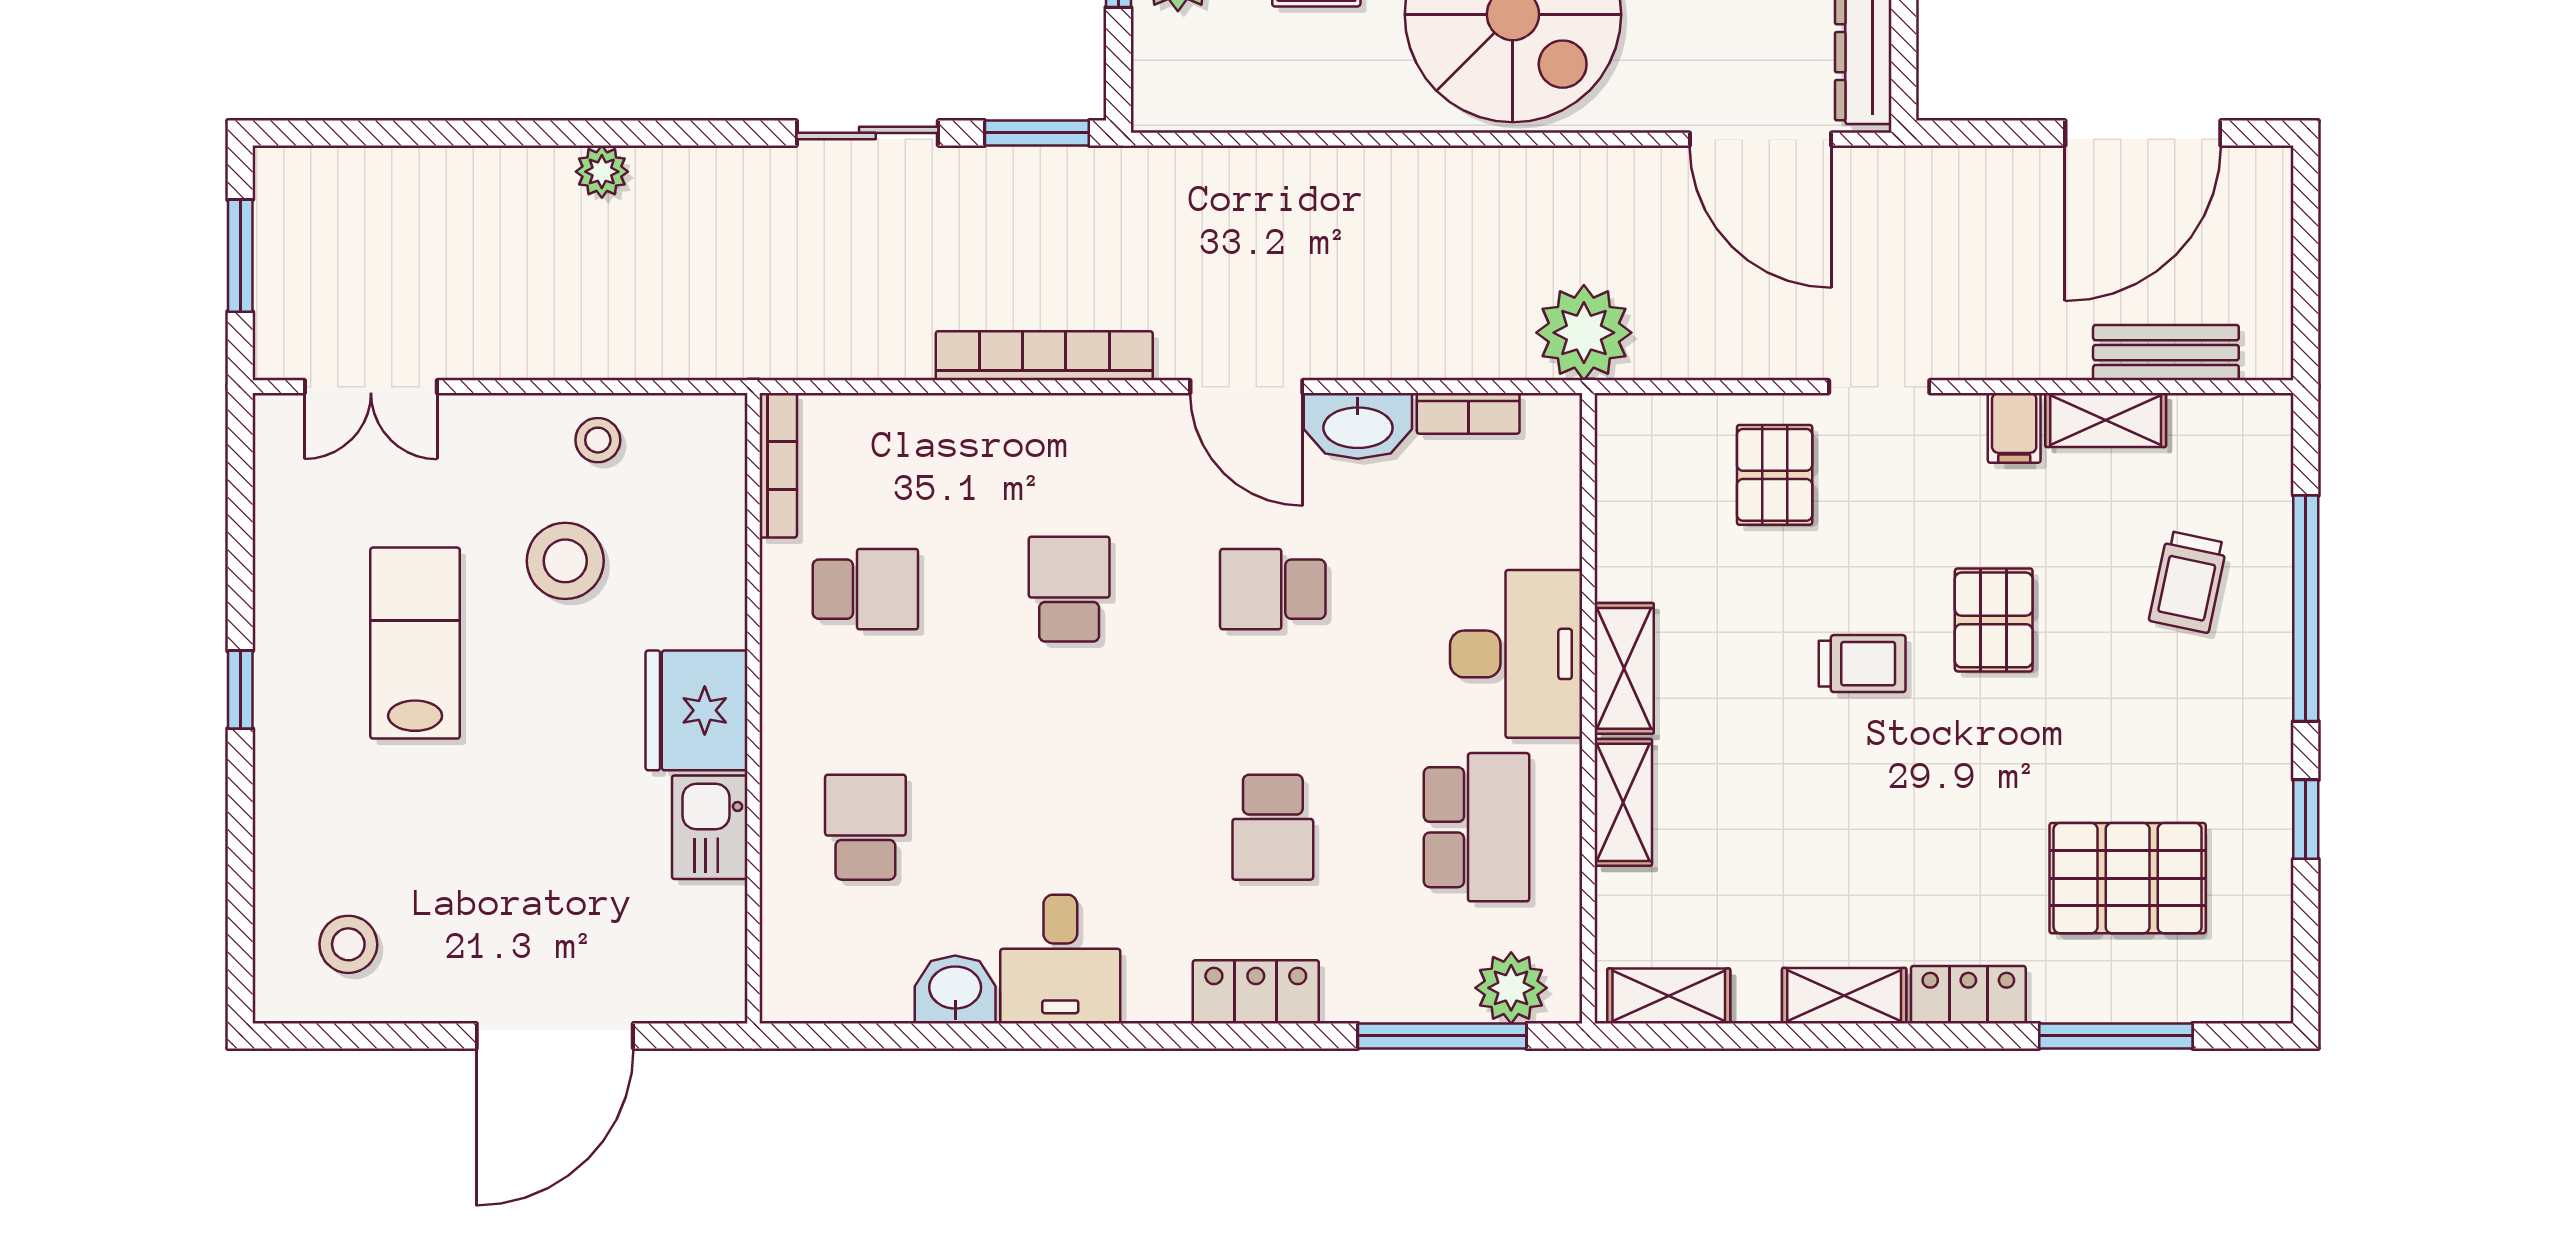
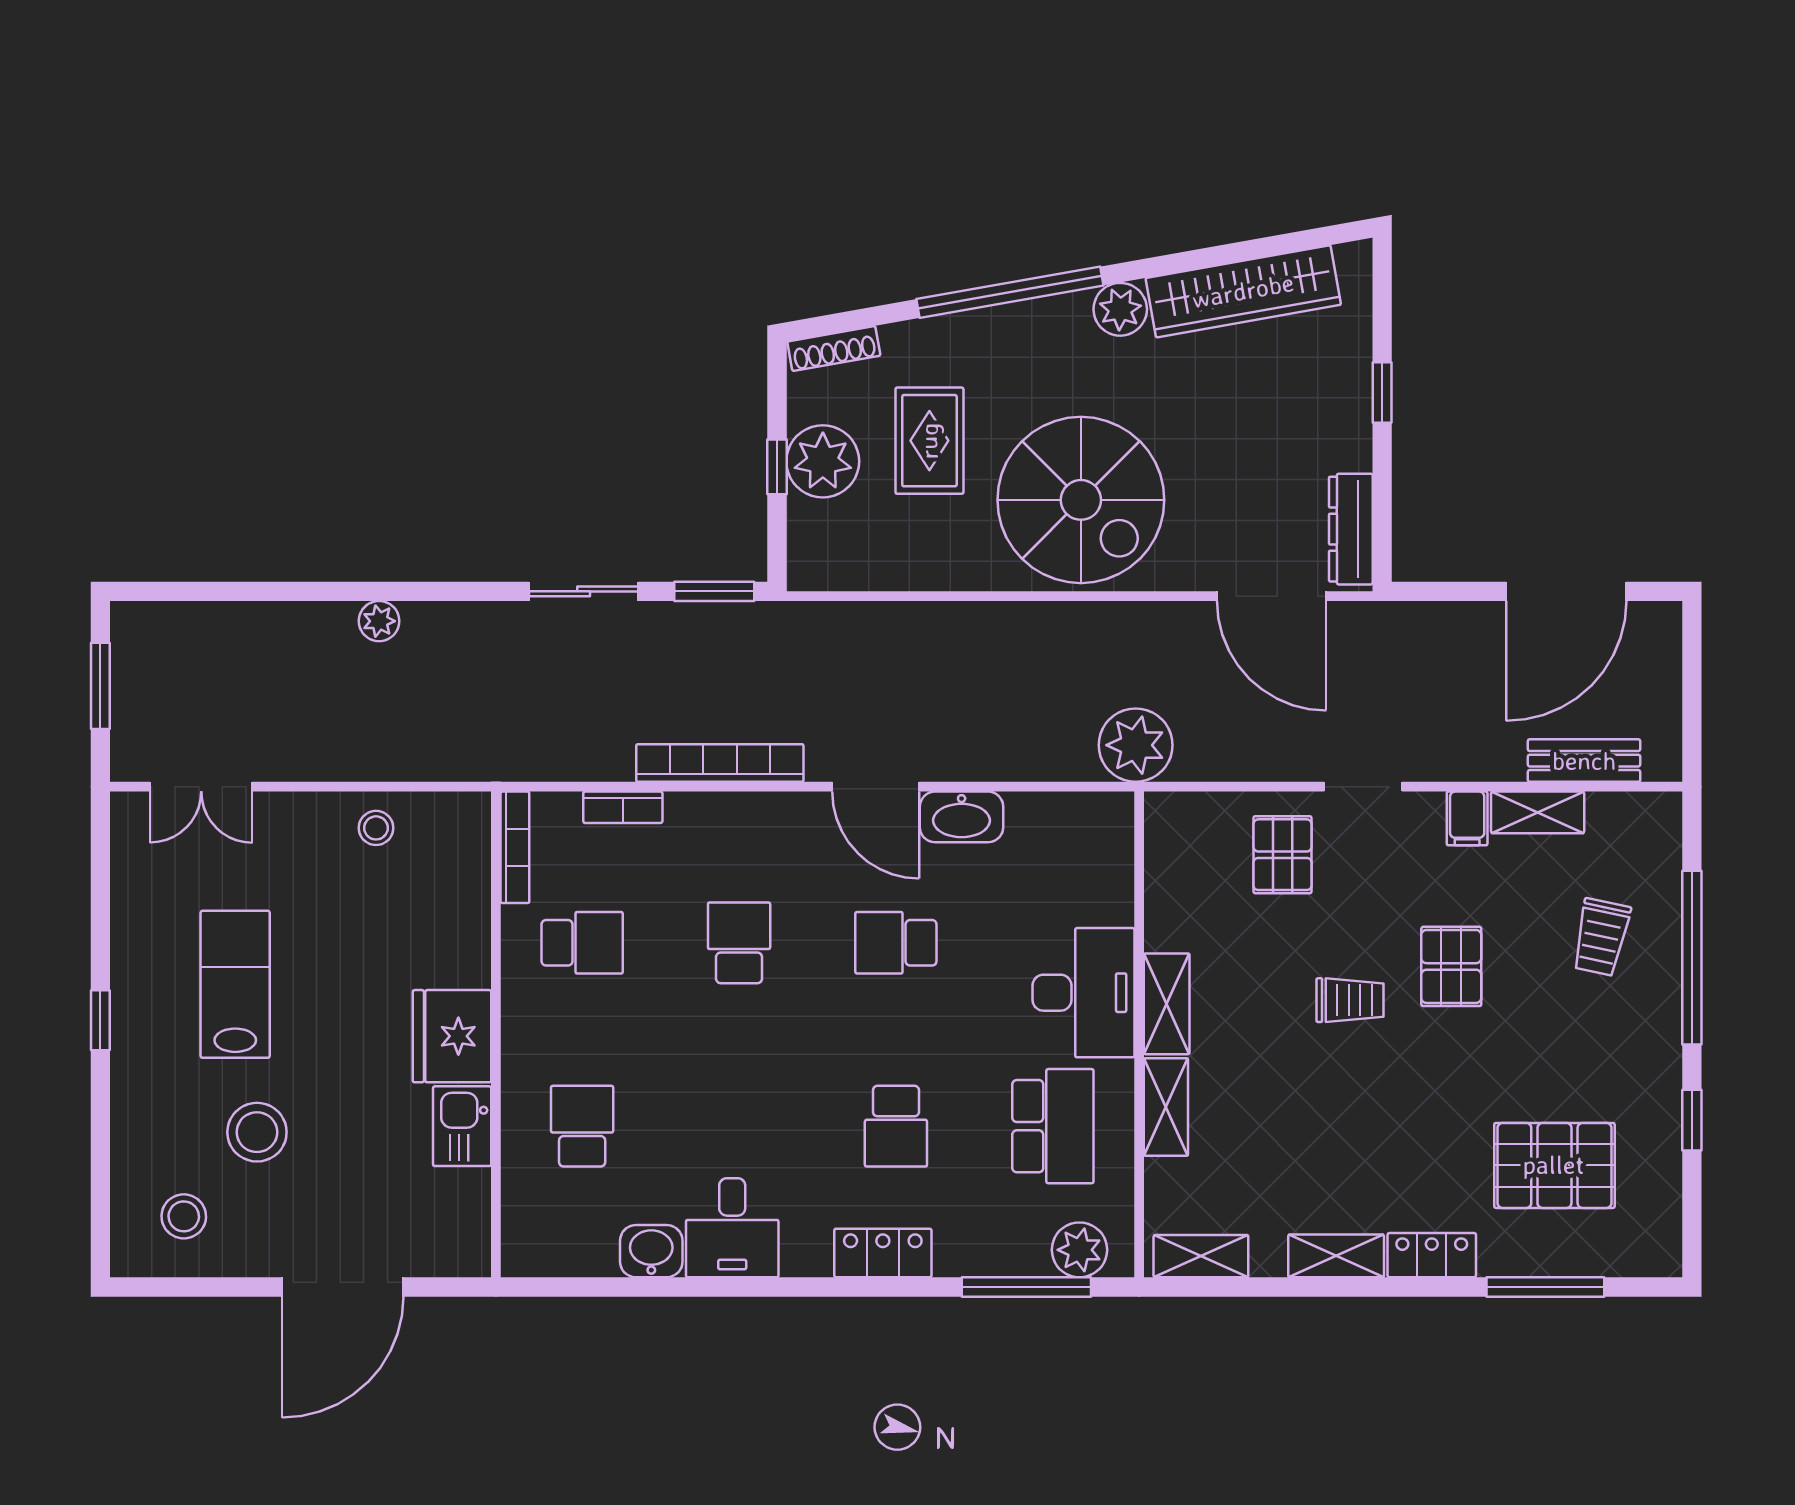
bookcase: (1468, 413) -> (623, 807), moved
stool: (565, 561) -> (257, 1132), moved

